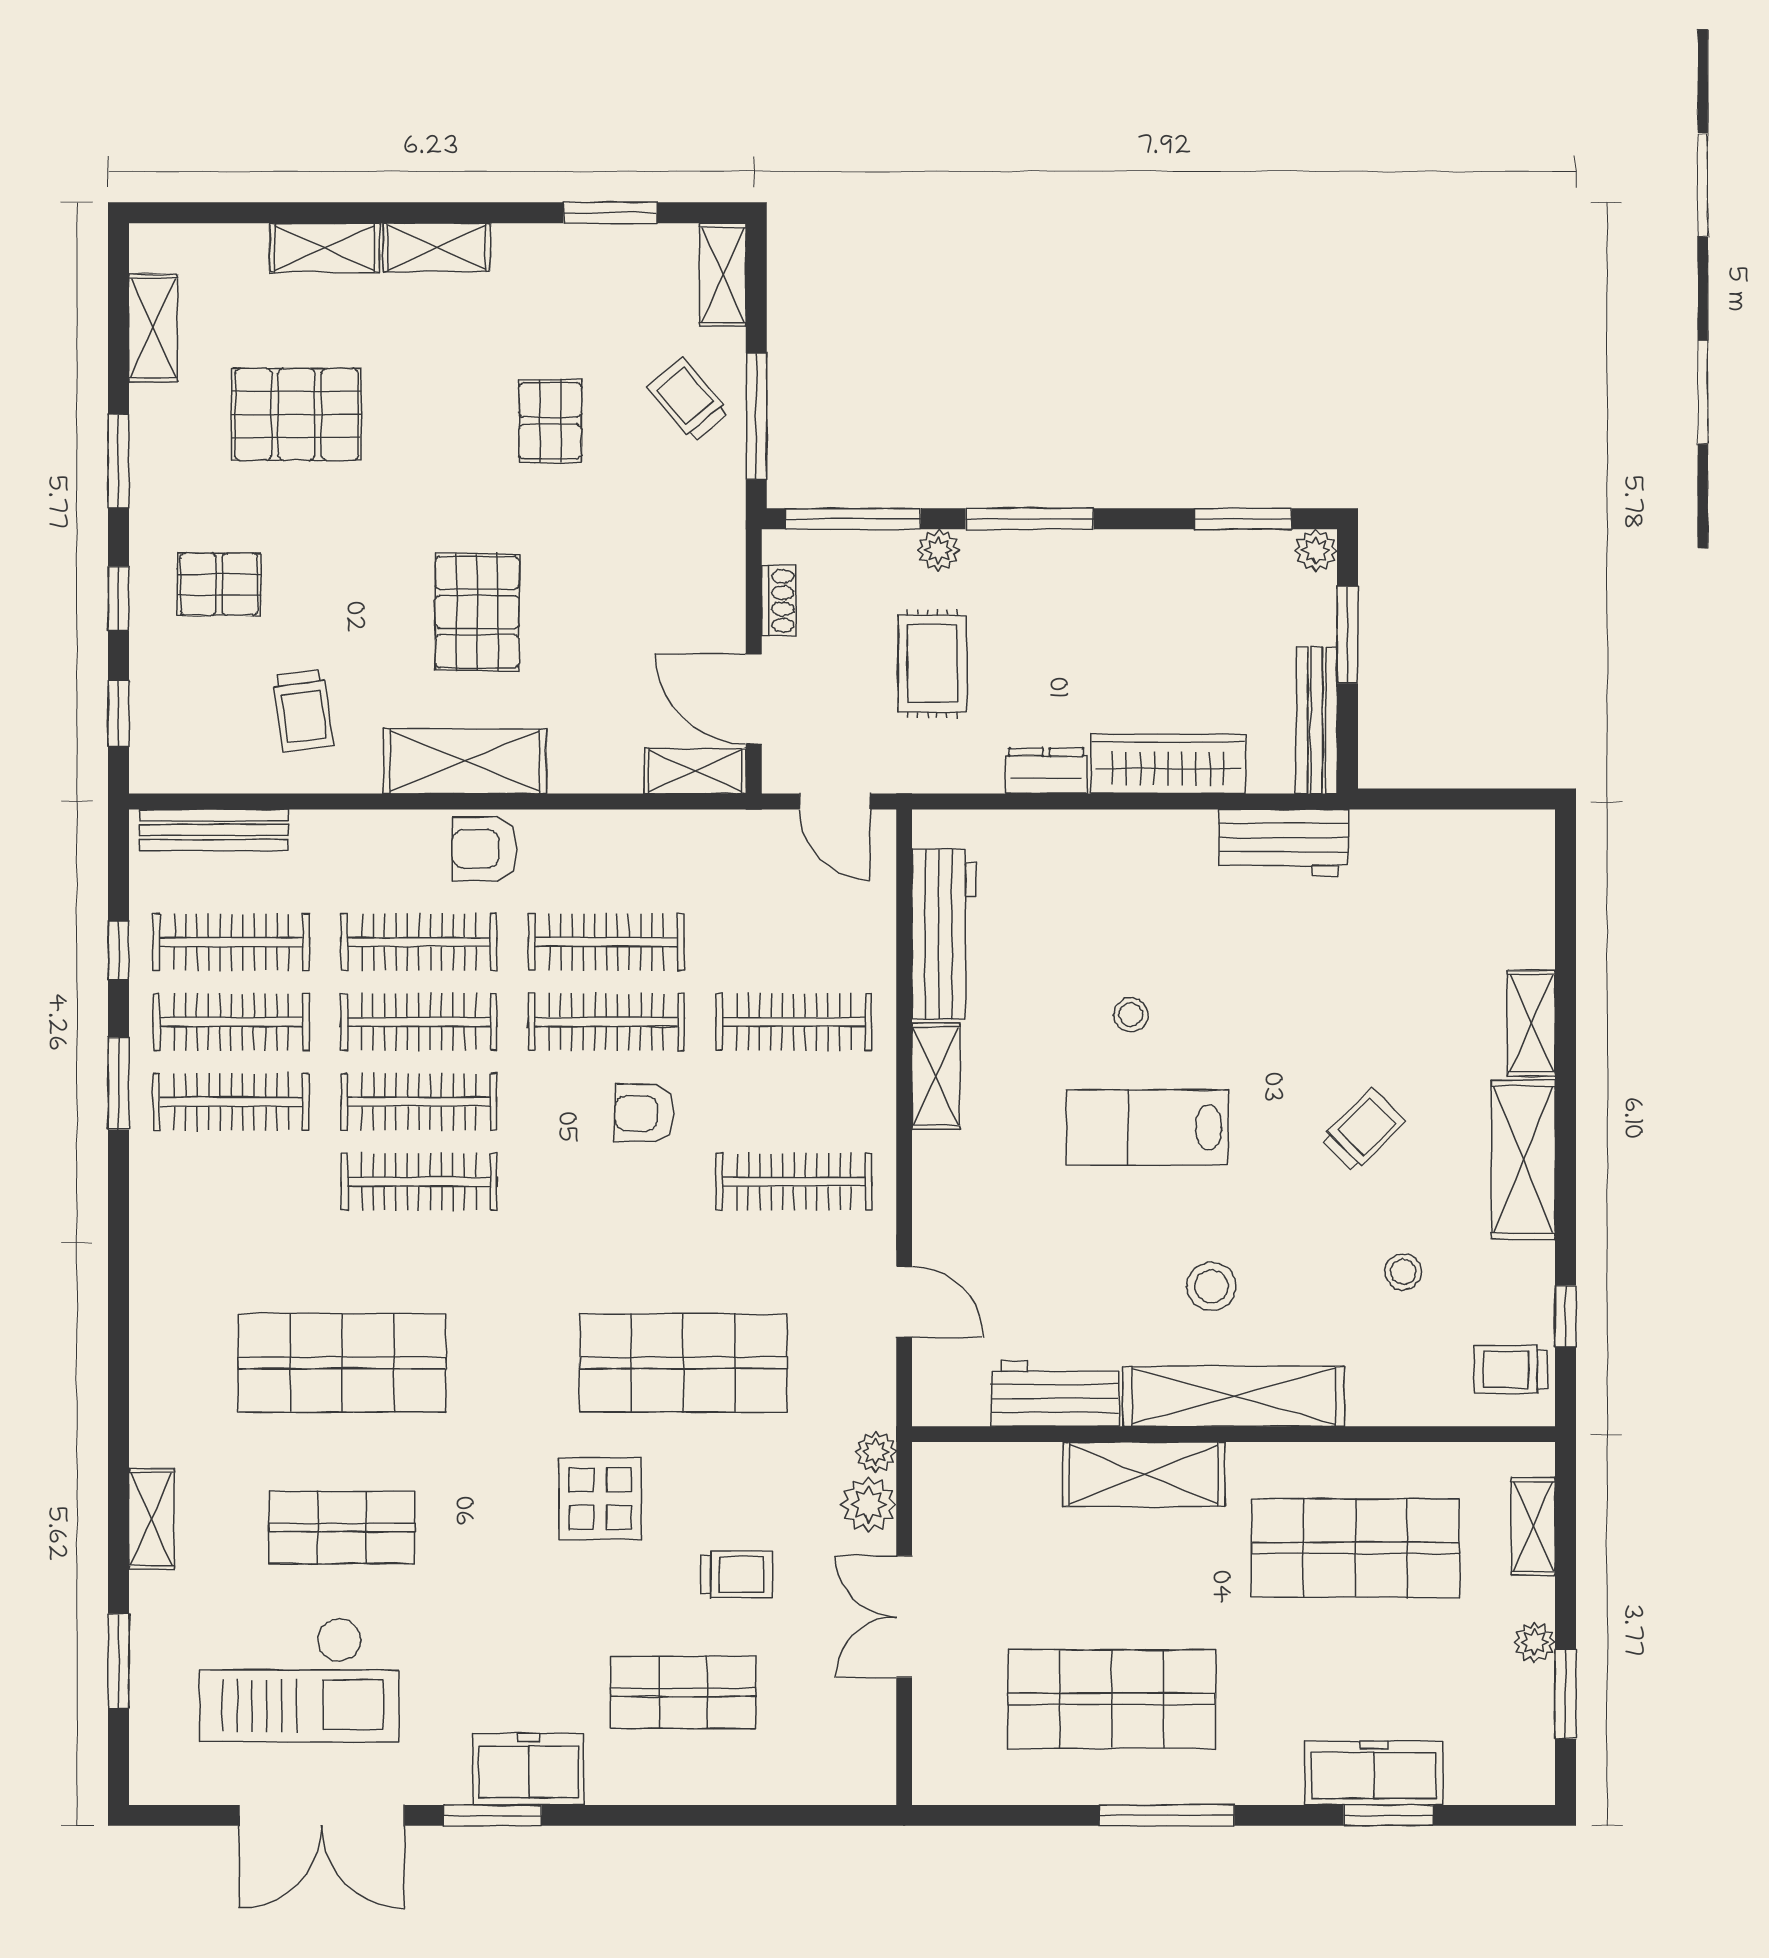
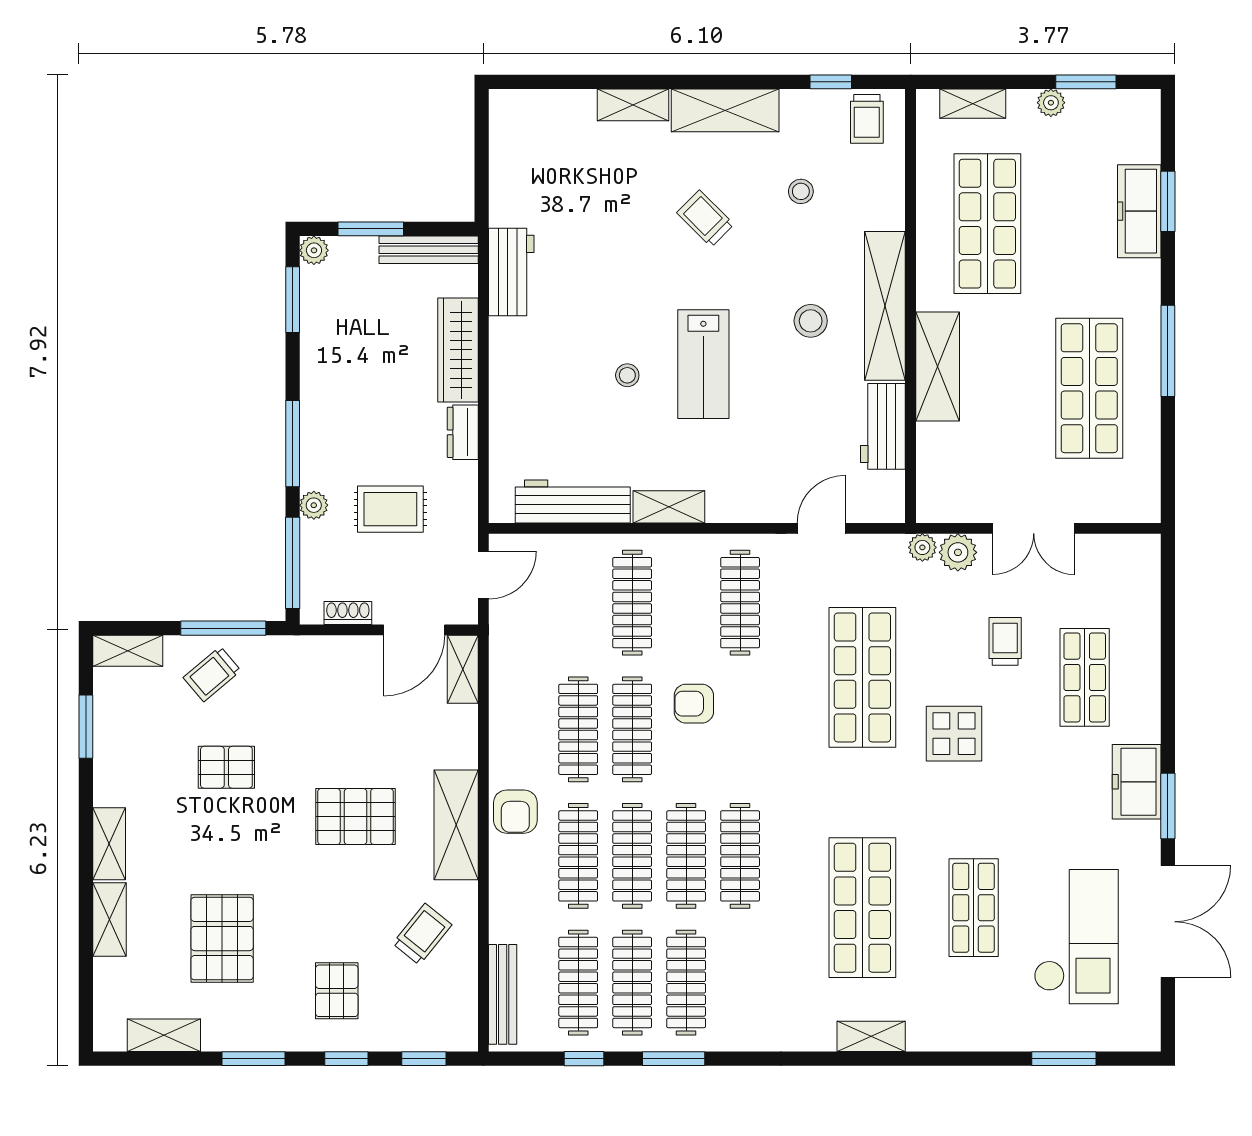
trolley: (303, 711) -> (422, 934), turned -43
armchair: (644, 1113) -> (694, 704), turned 89
shelving: (151, 1519) -> (871, 1036), moved

